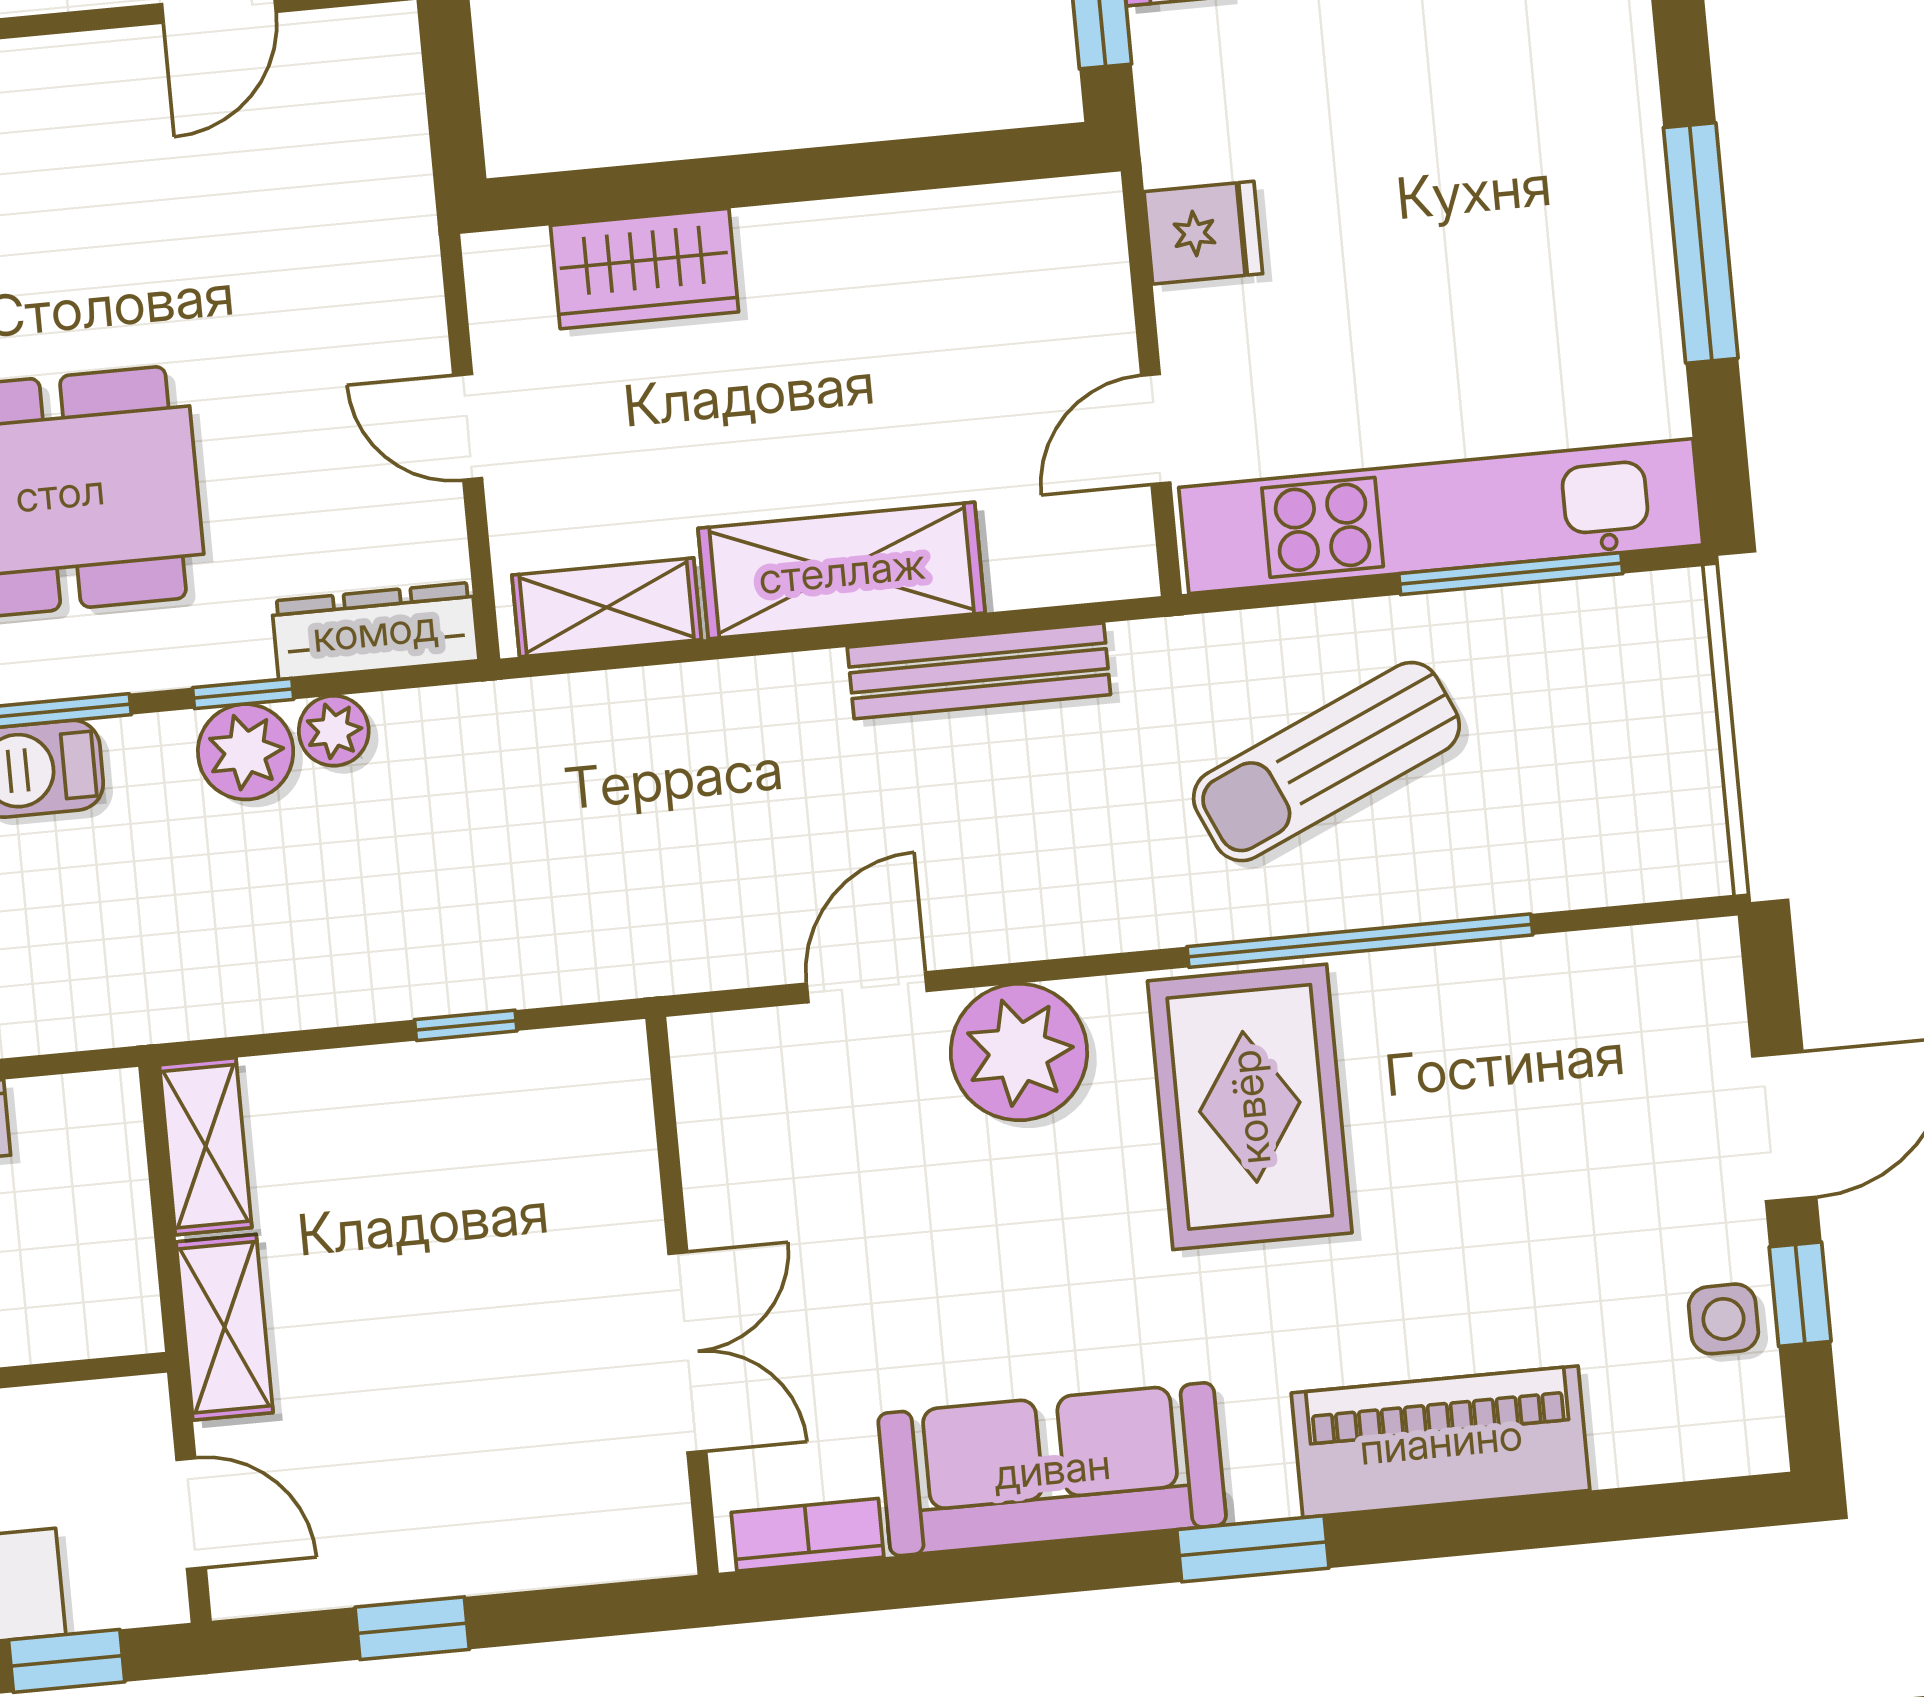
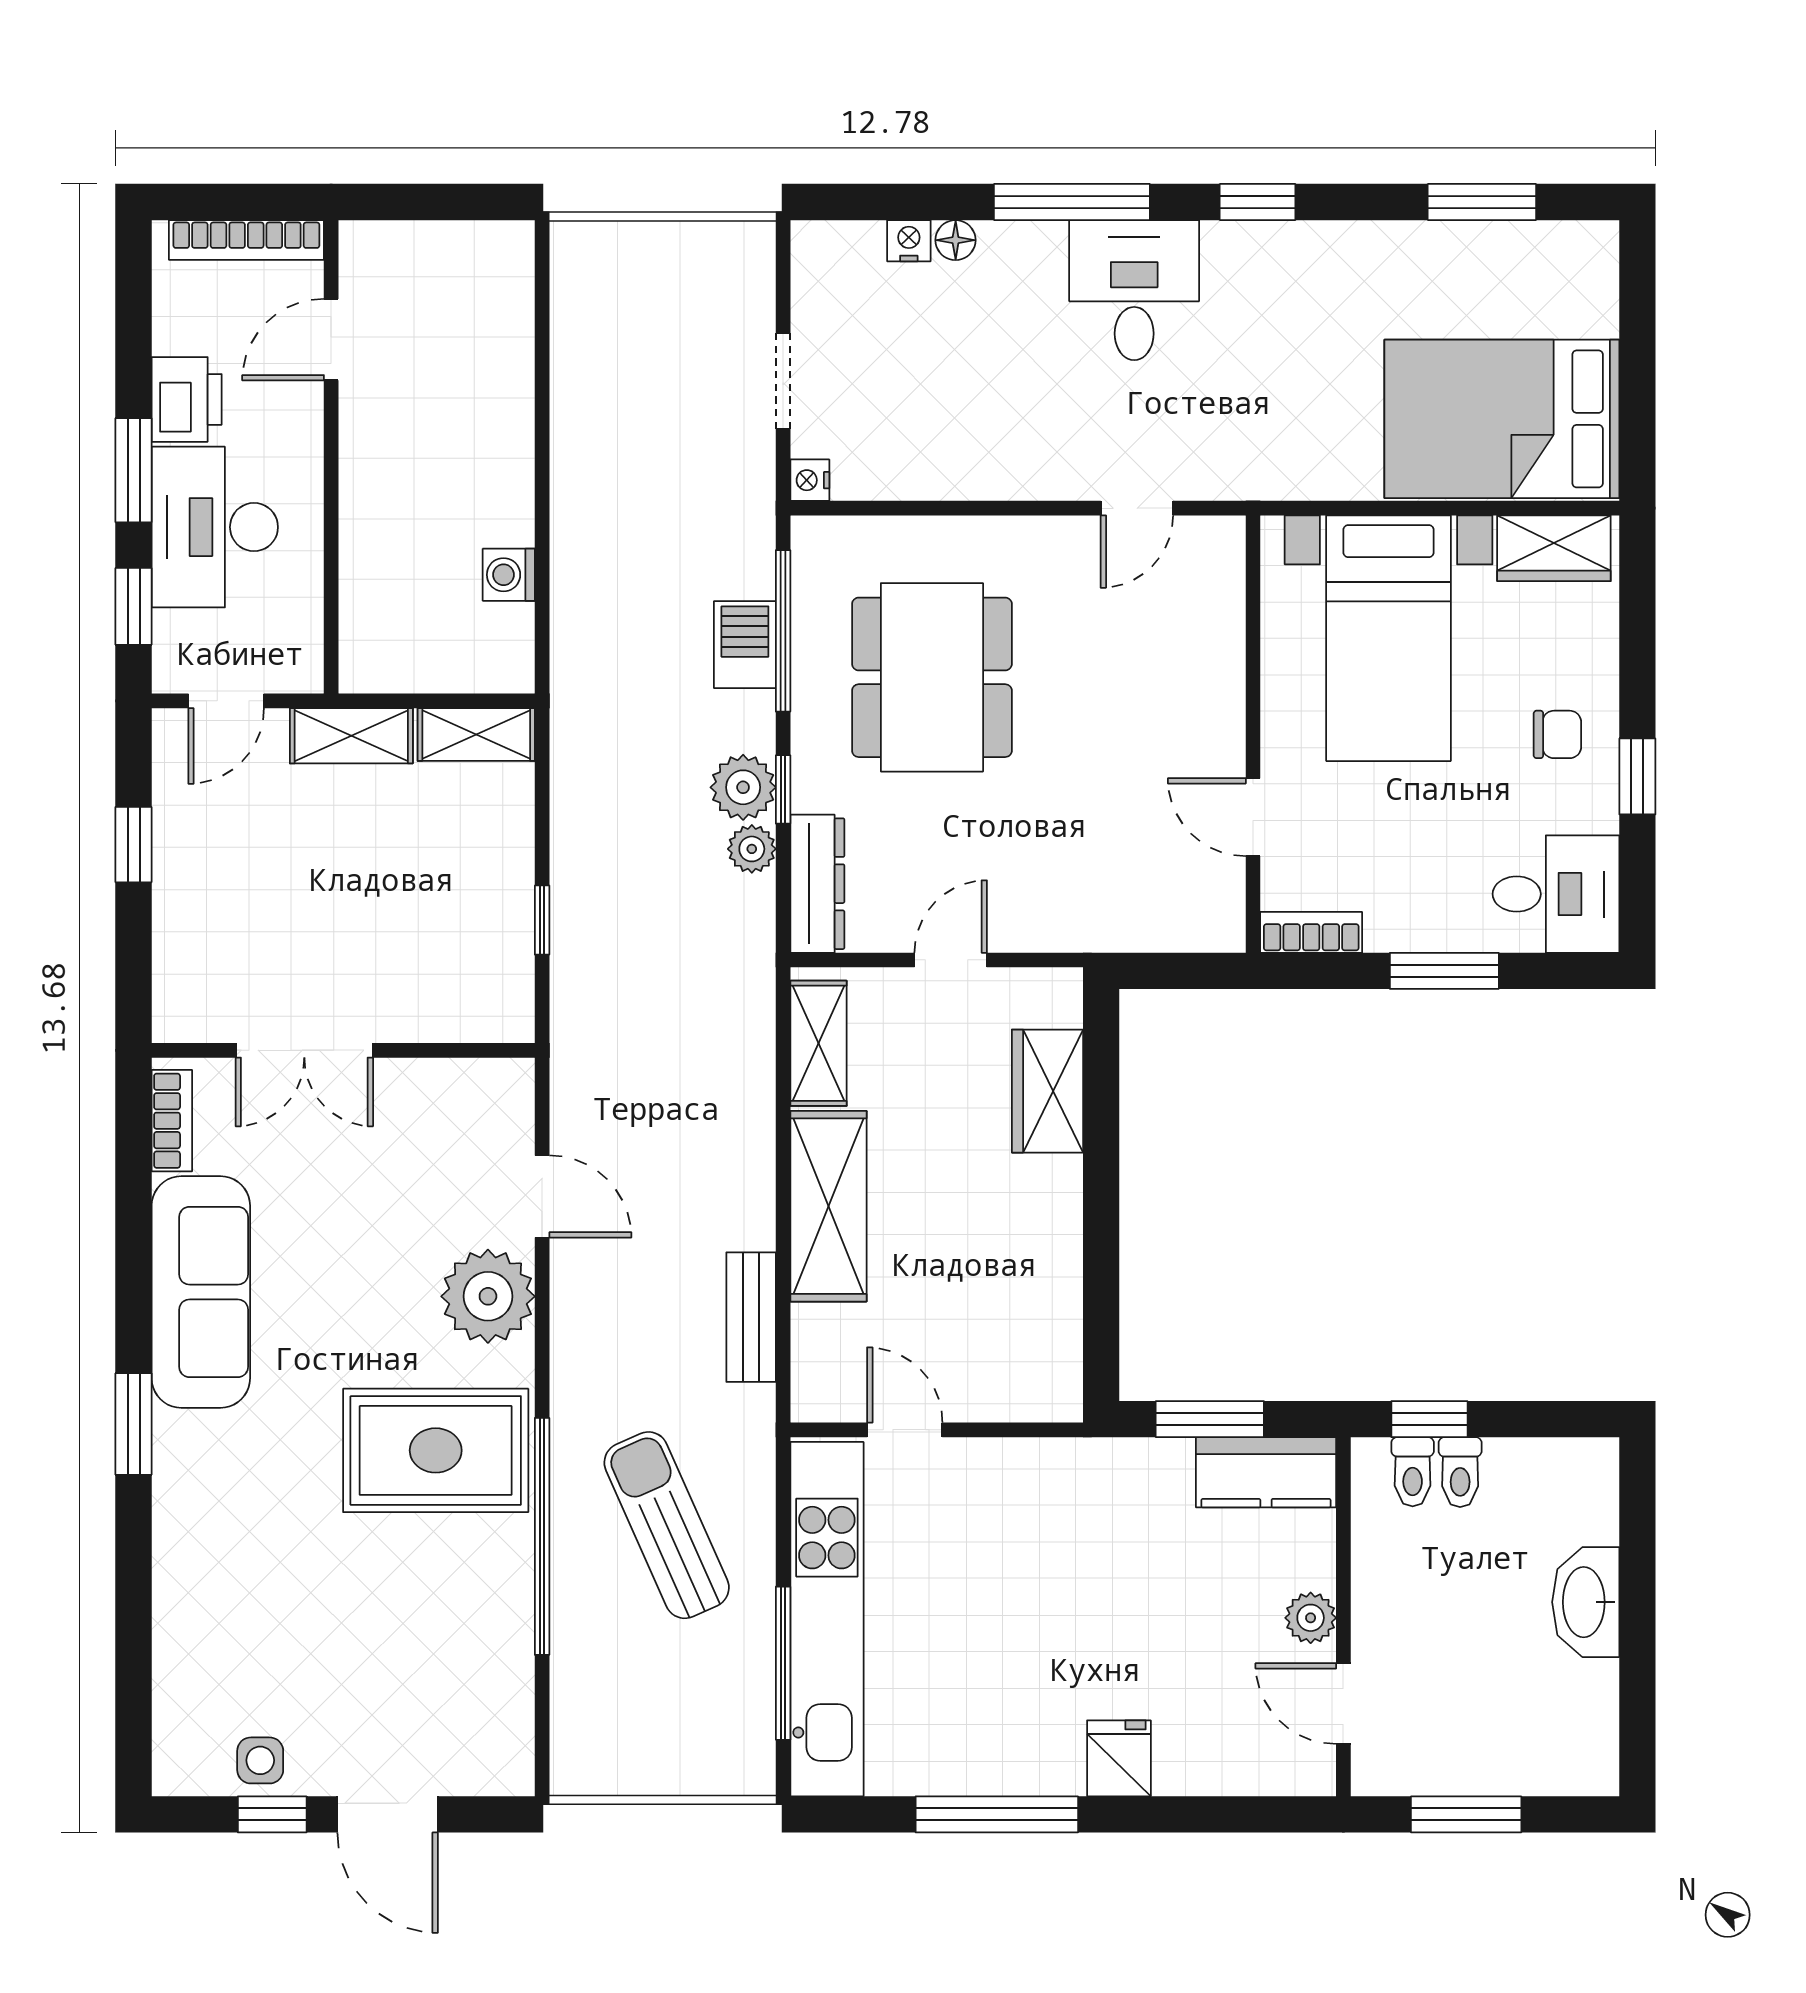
fridge: (1203, 233) -> (1119, 1758), moved, turned 180
bench: (979, 671) -> (751, 1317), width x0.73
piano: (1441, 1442) -> (195, 1559), removed

